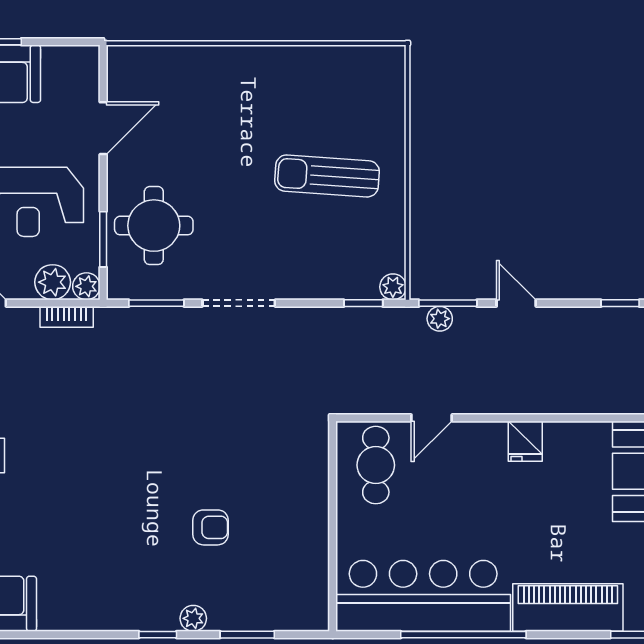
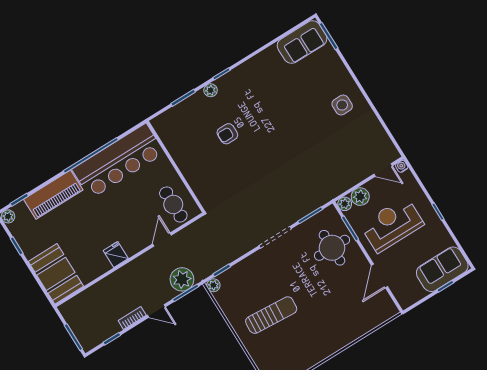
bookcase: (67, 317) -> (132, 318), moved
plant: (440, 319) -> (182, 279), width x1.88, depth x1.88

